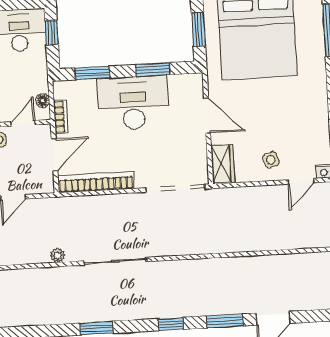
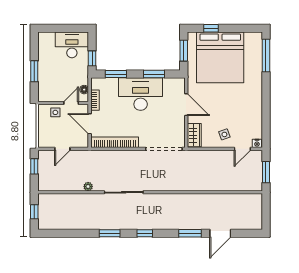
window: (52, 33) -> (92, 58), moved
door: (55, 155) -> (90, 124), swing flipped
window: (171, 324) -> (145, 233), moved

